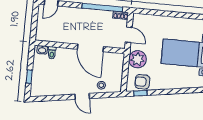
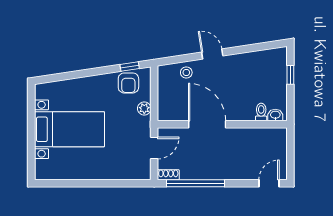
door: (129, 35) -> (154, 148), swing flipped
plant: (137, 59) -> (144, 109), width x0.53, depth x0.53
armchair: (142, 82) -> (128, 83), turned 90

